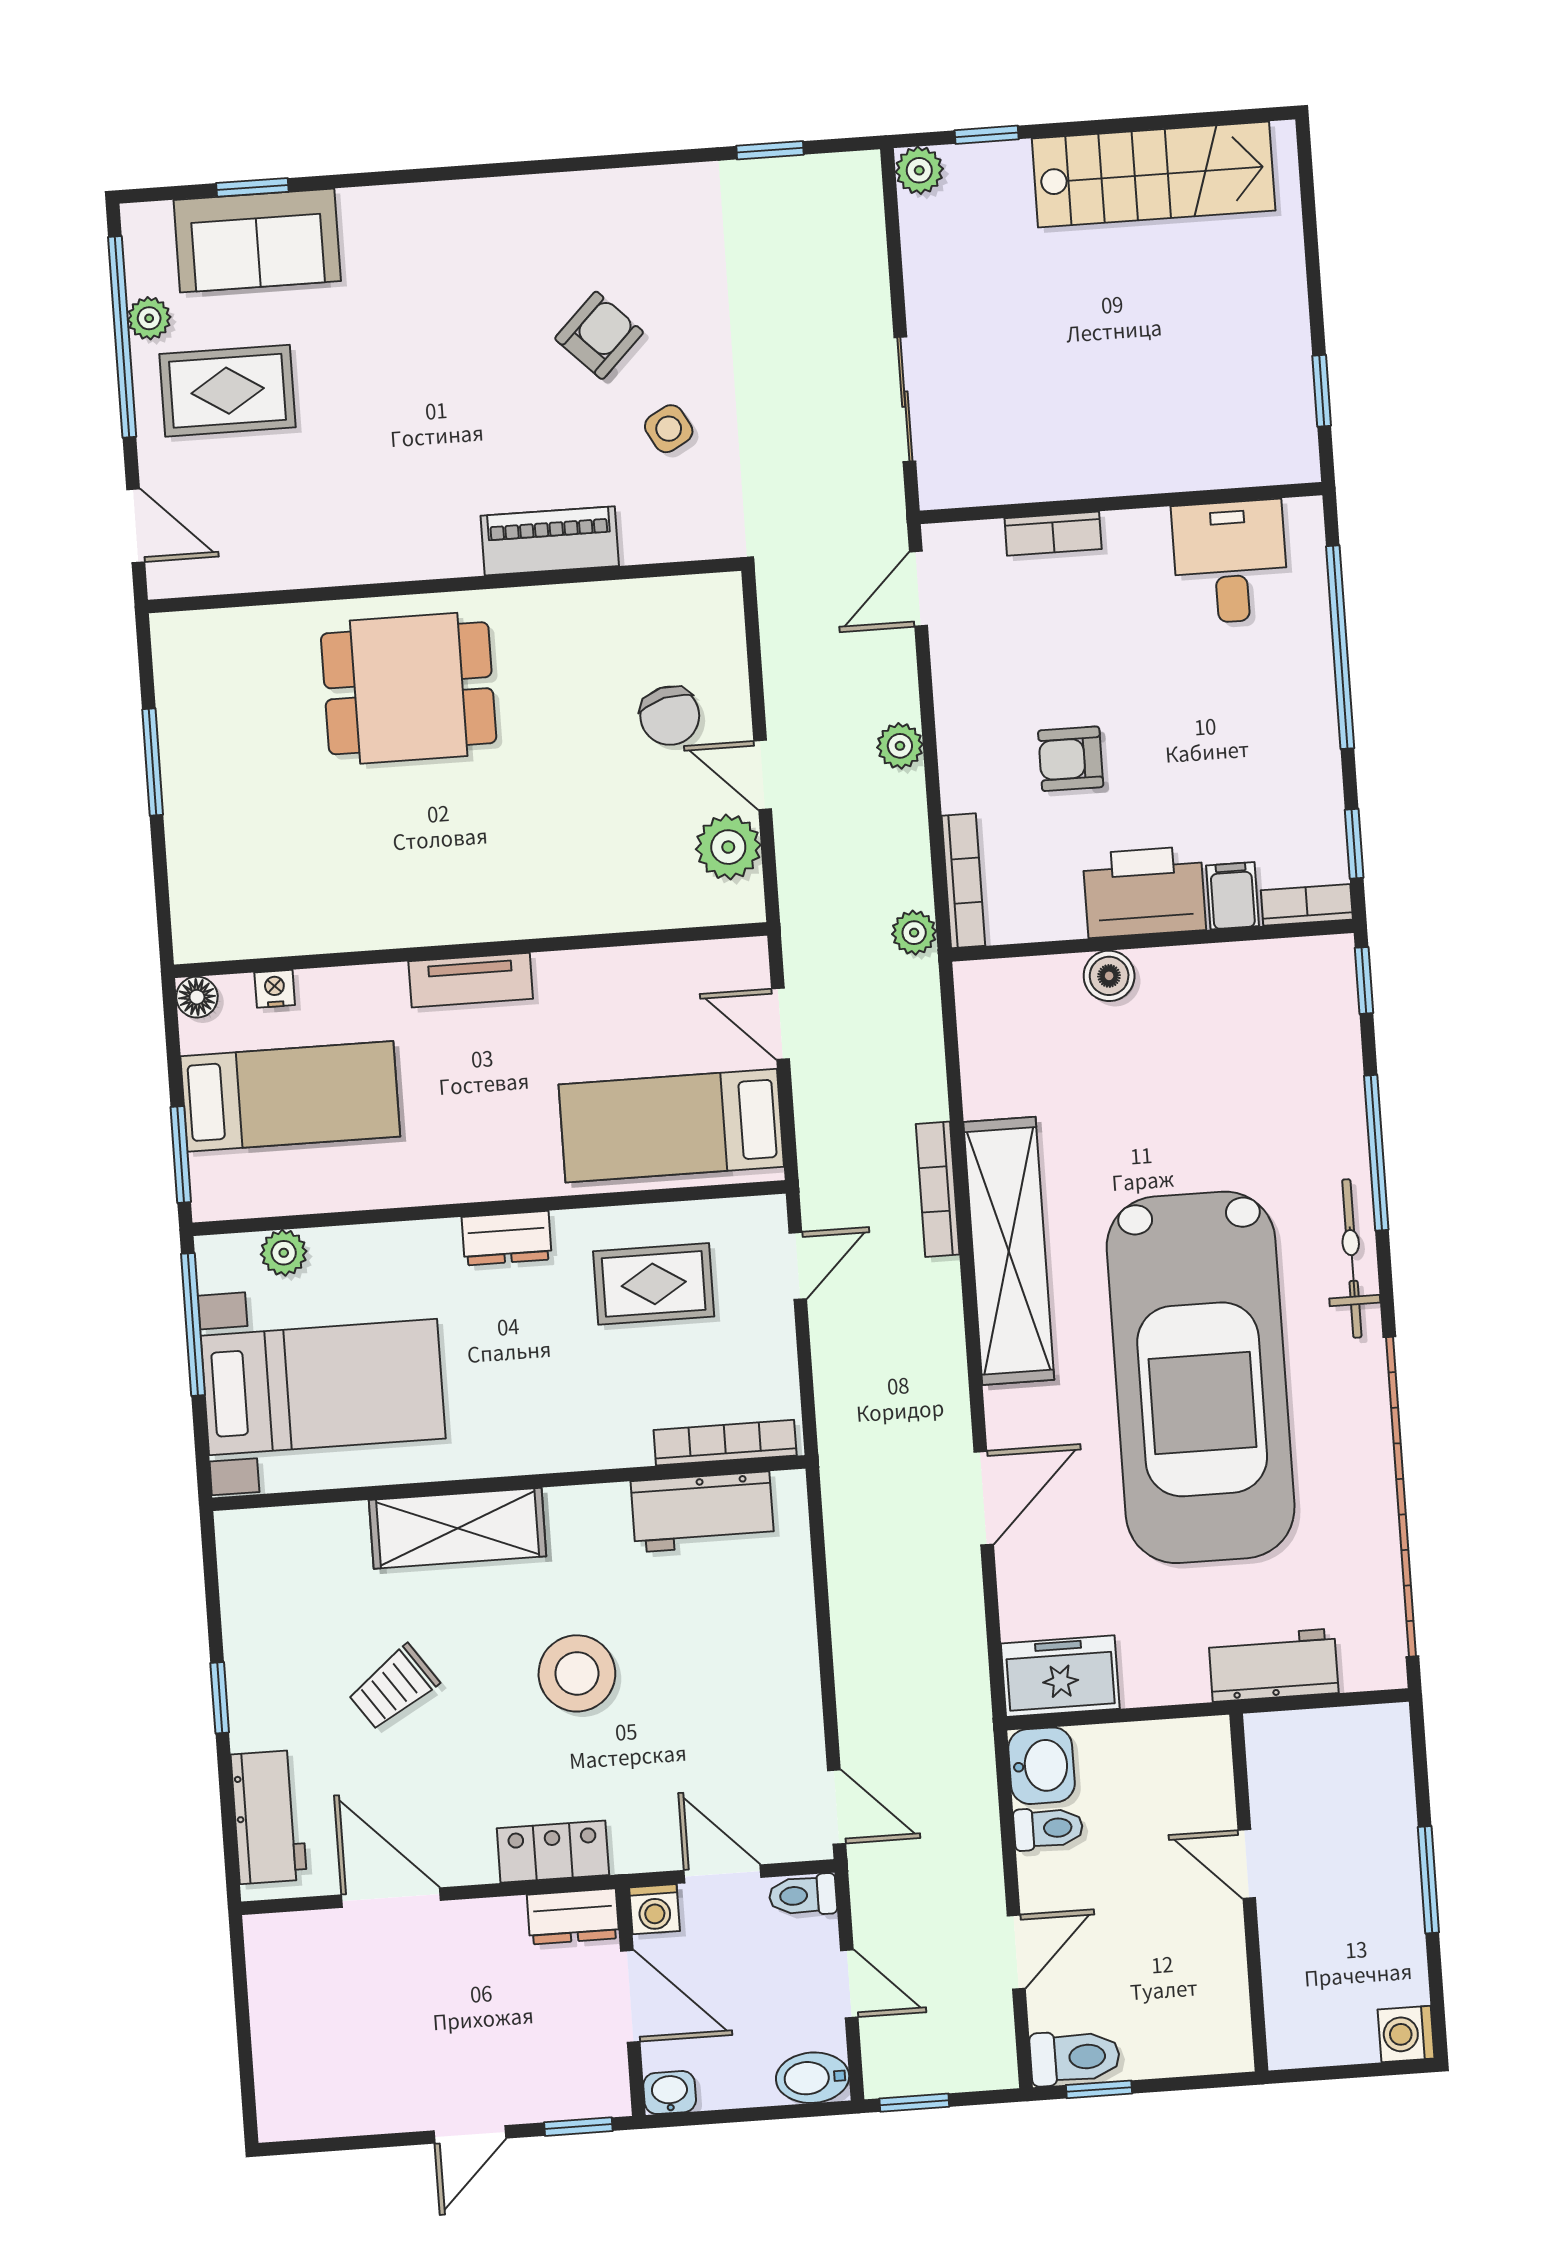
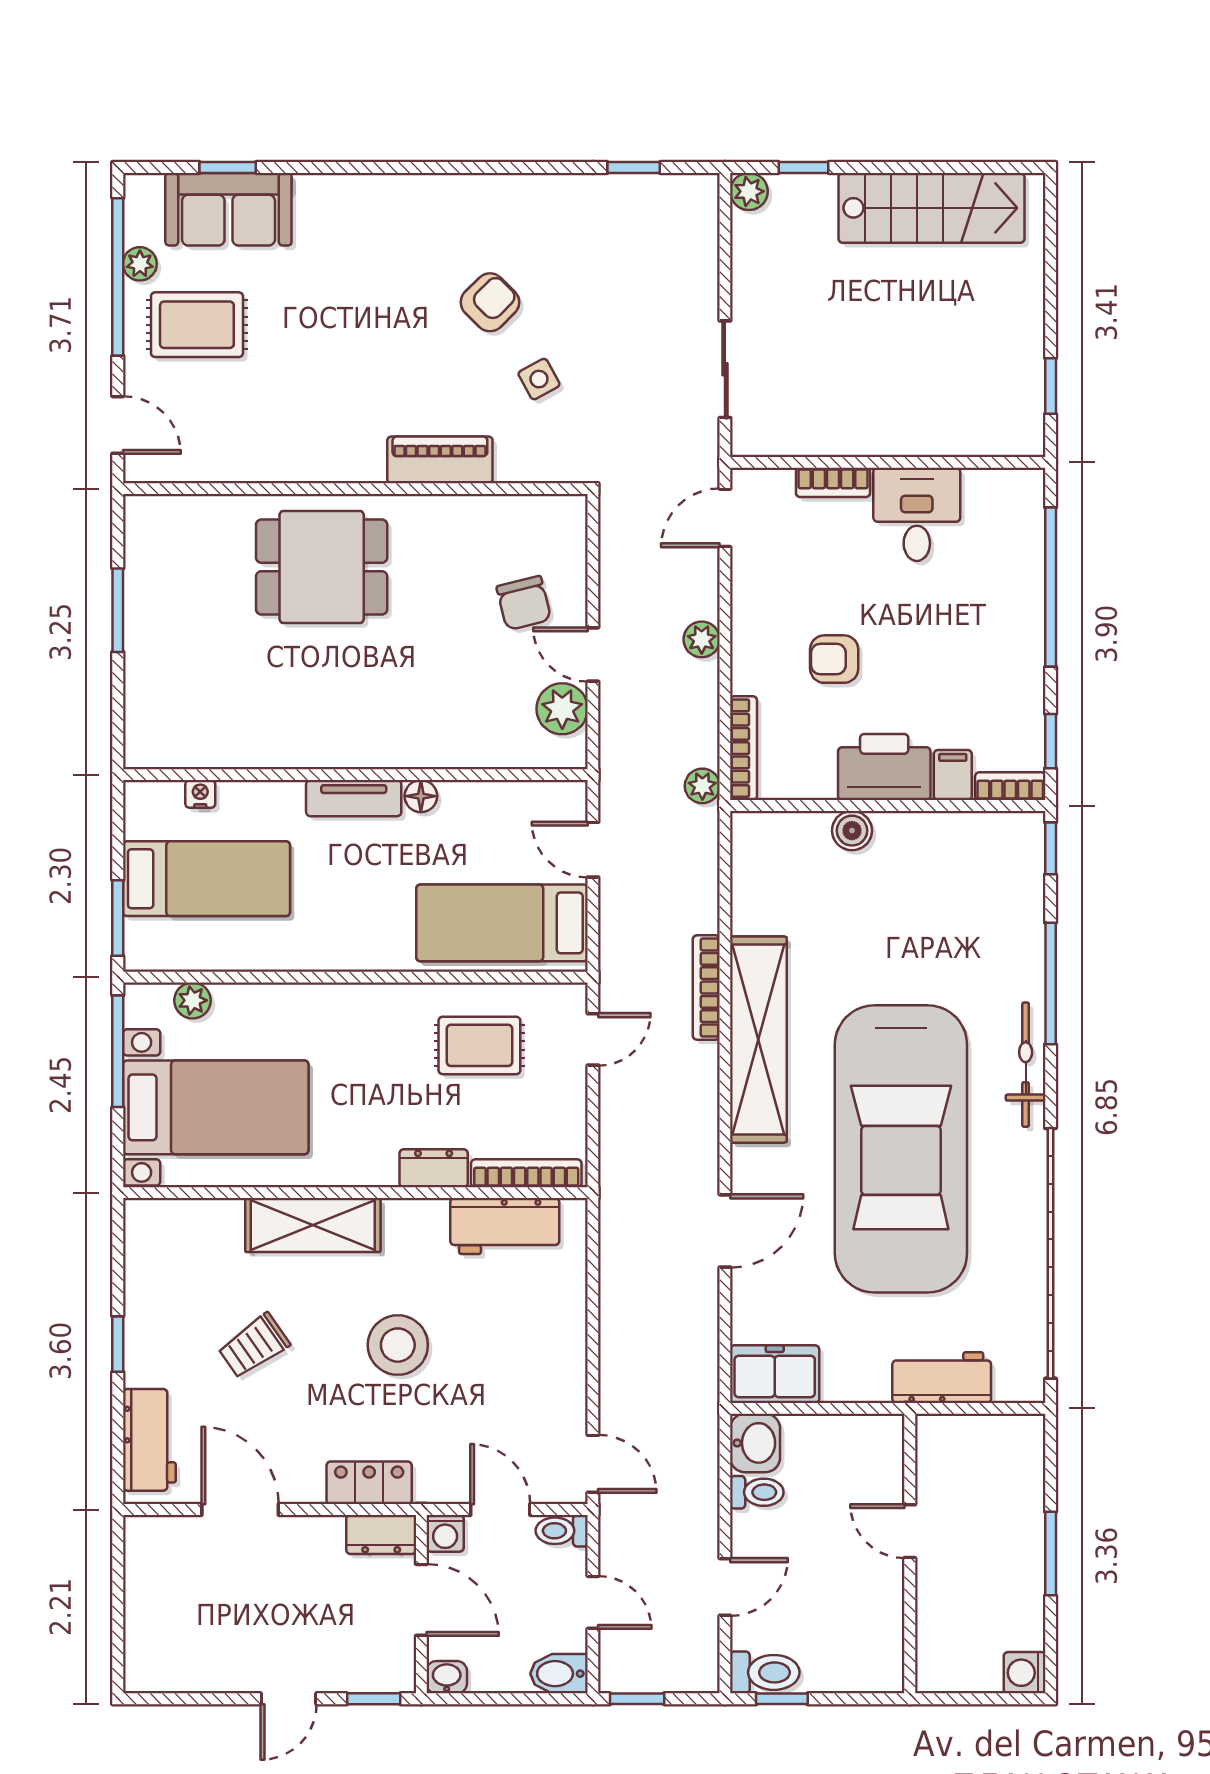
desk: (1230, 562) -> (917, 514), moved
floor lamp: (197, 997) -> (421, 796), moved
dresser: (507, 1238) -> (434, 1168), moved, turned 180

